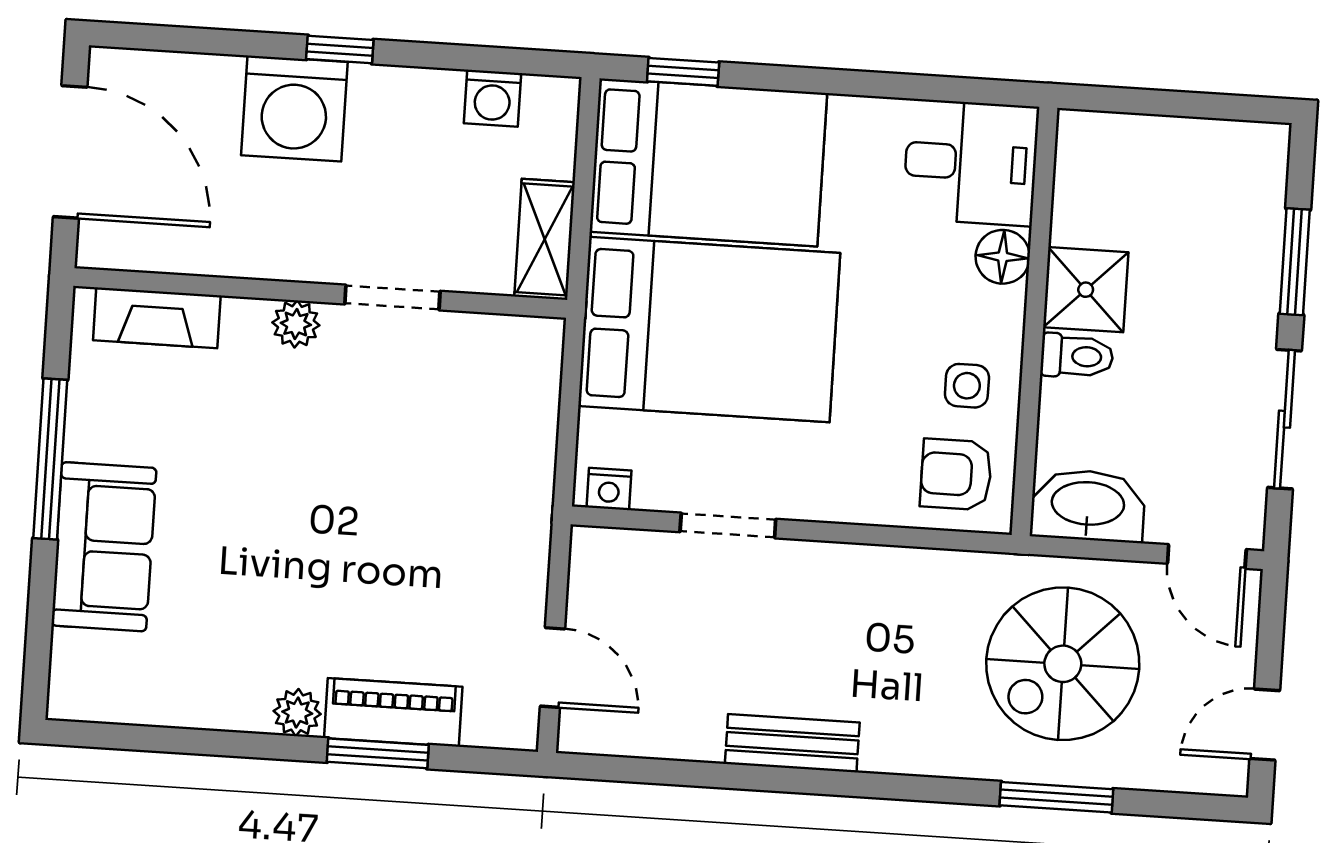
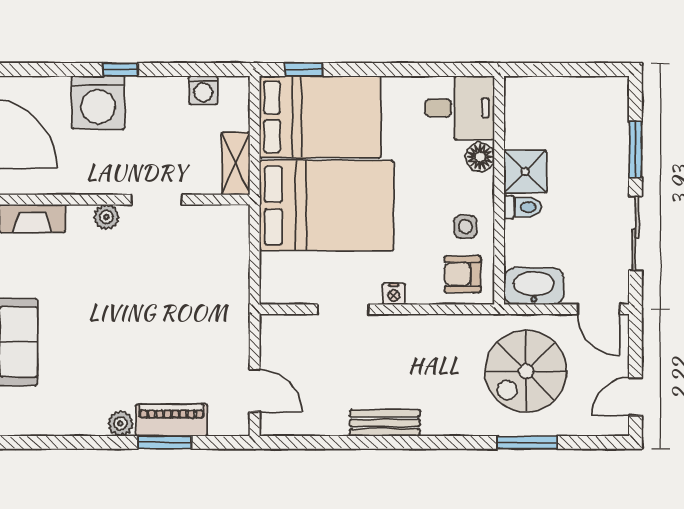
nightstand: (609, 489) -> (394, 294), moved

